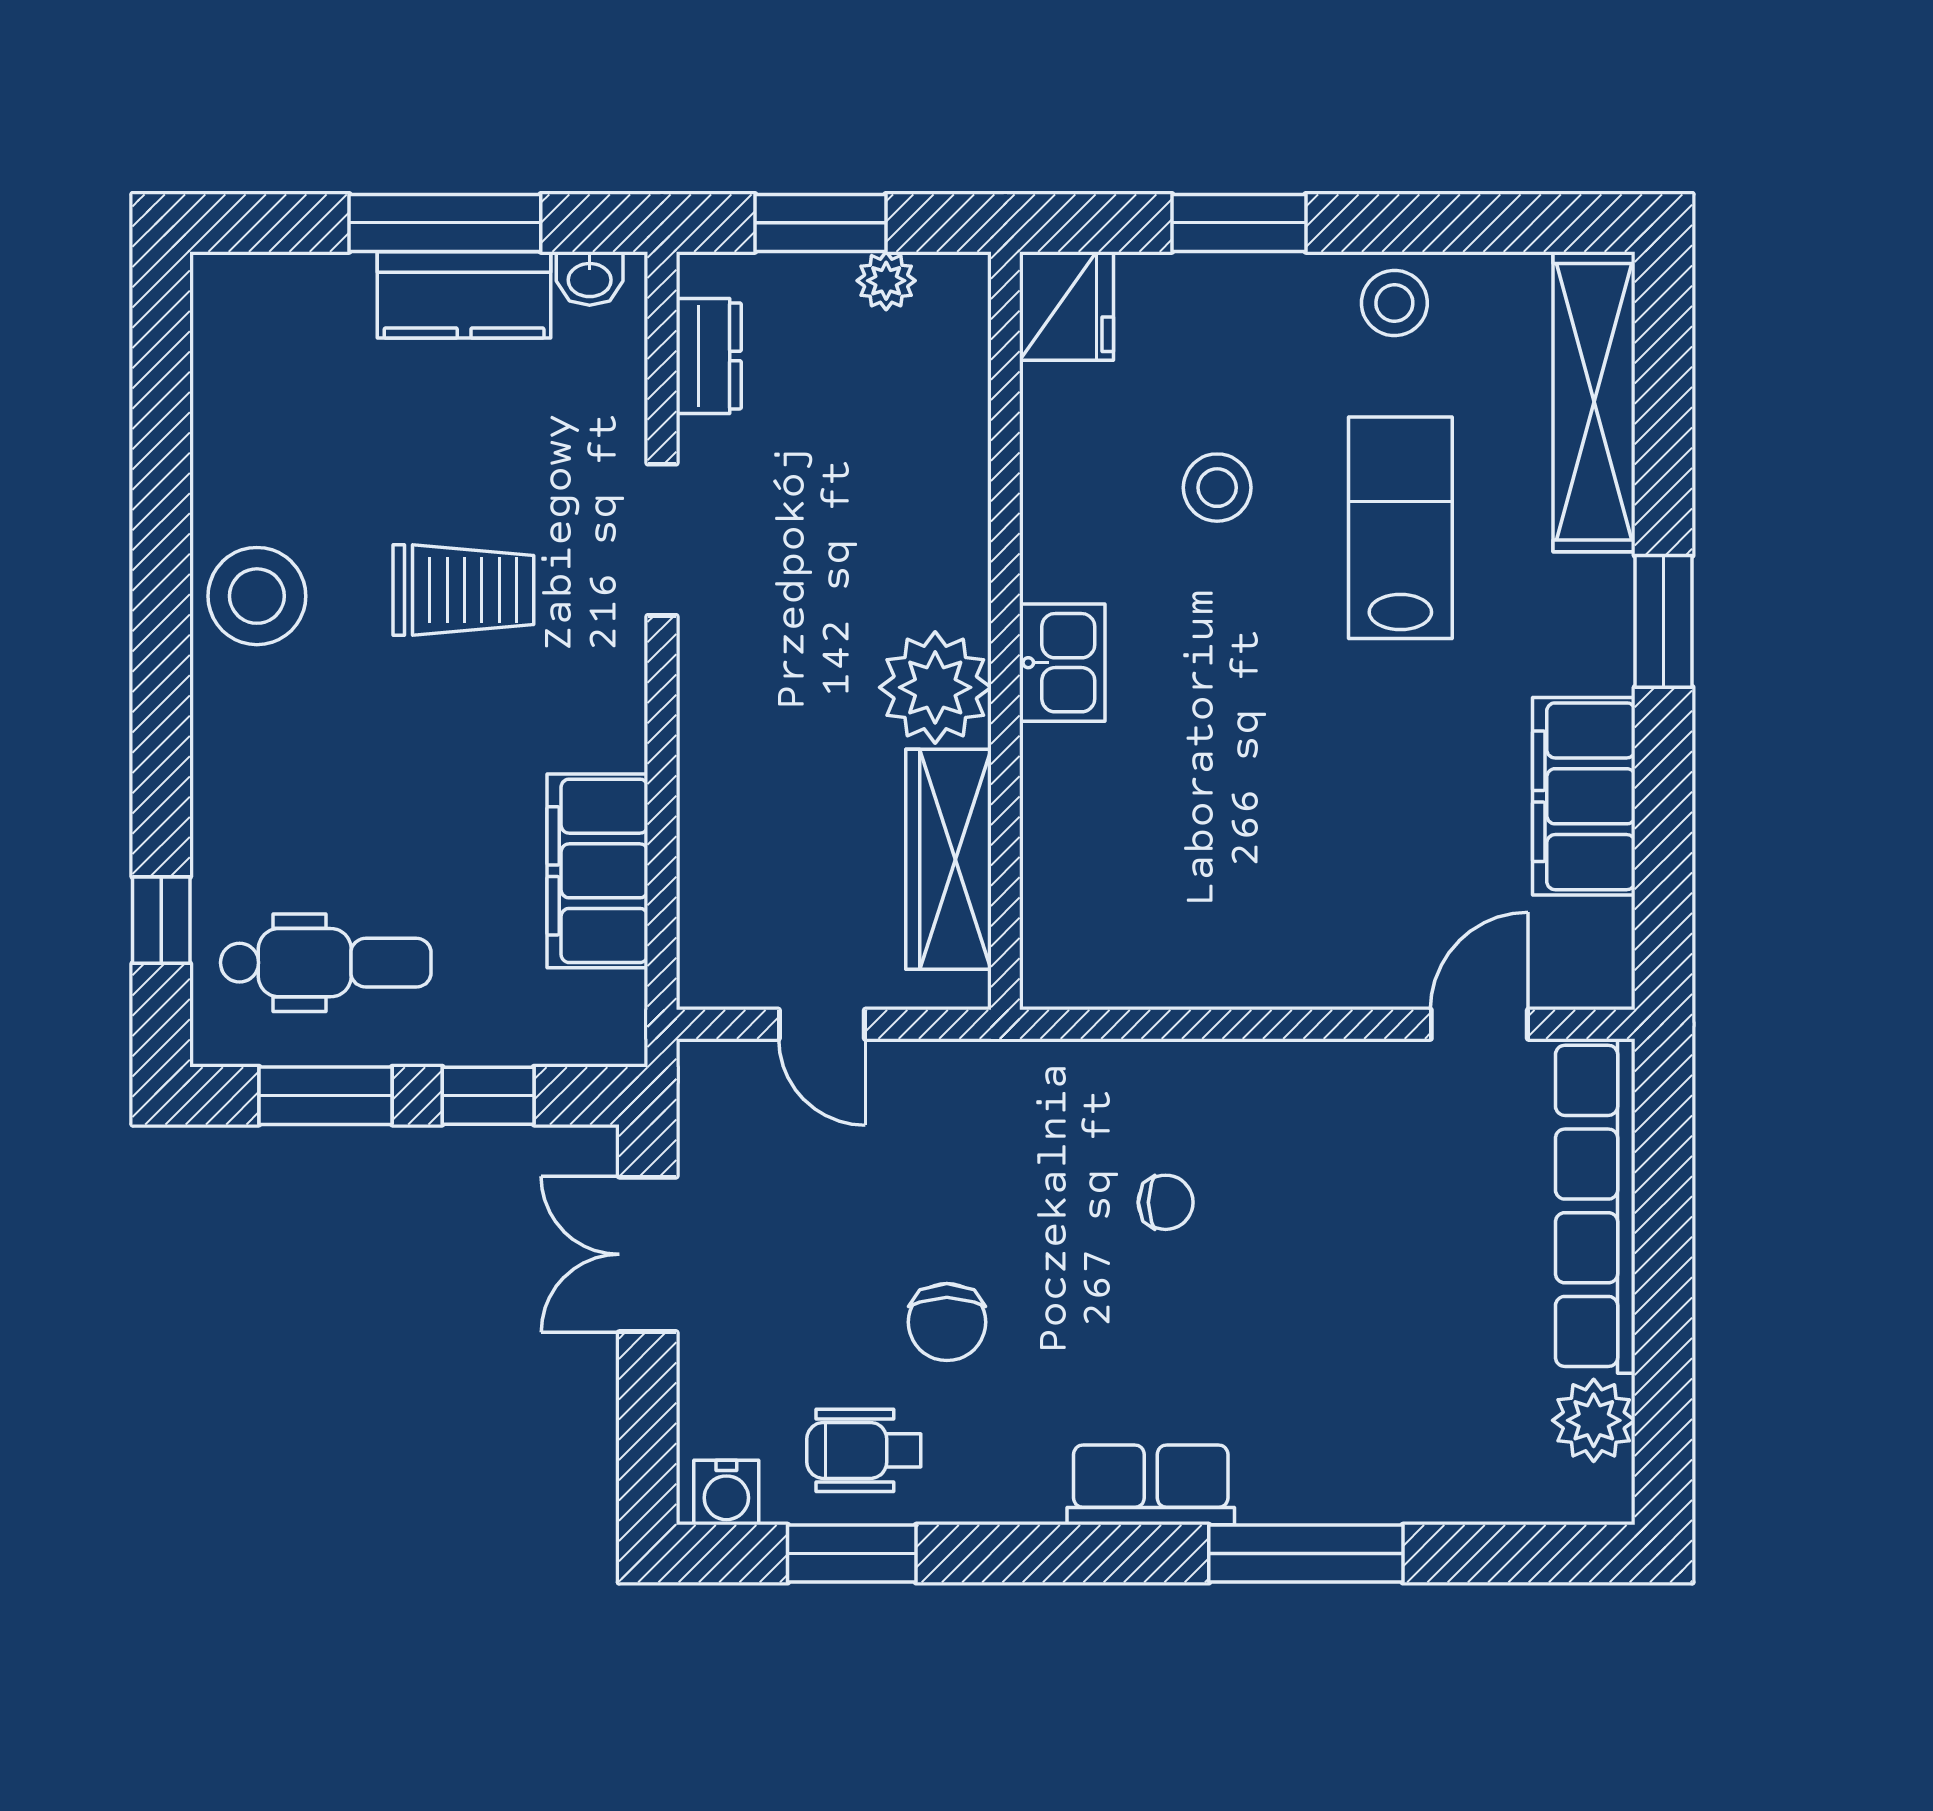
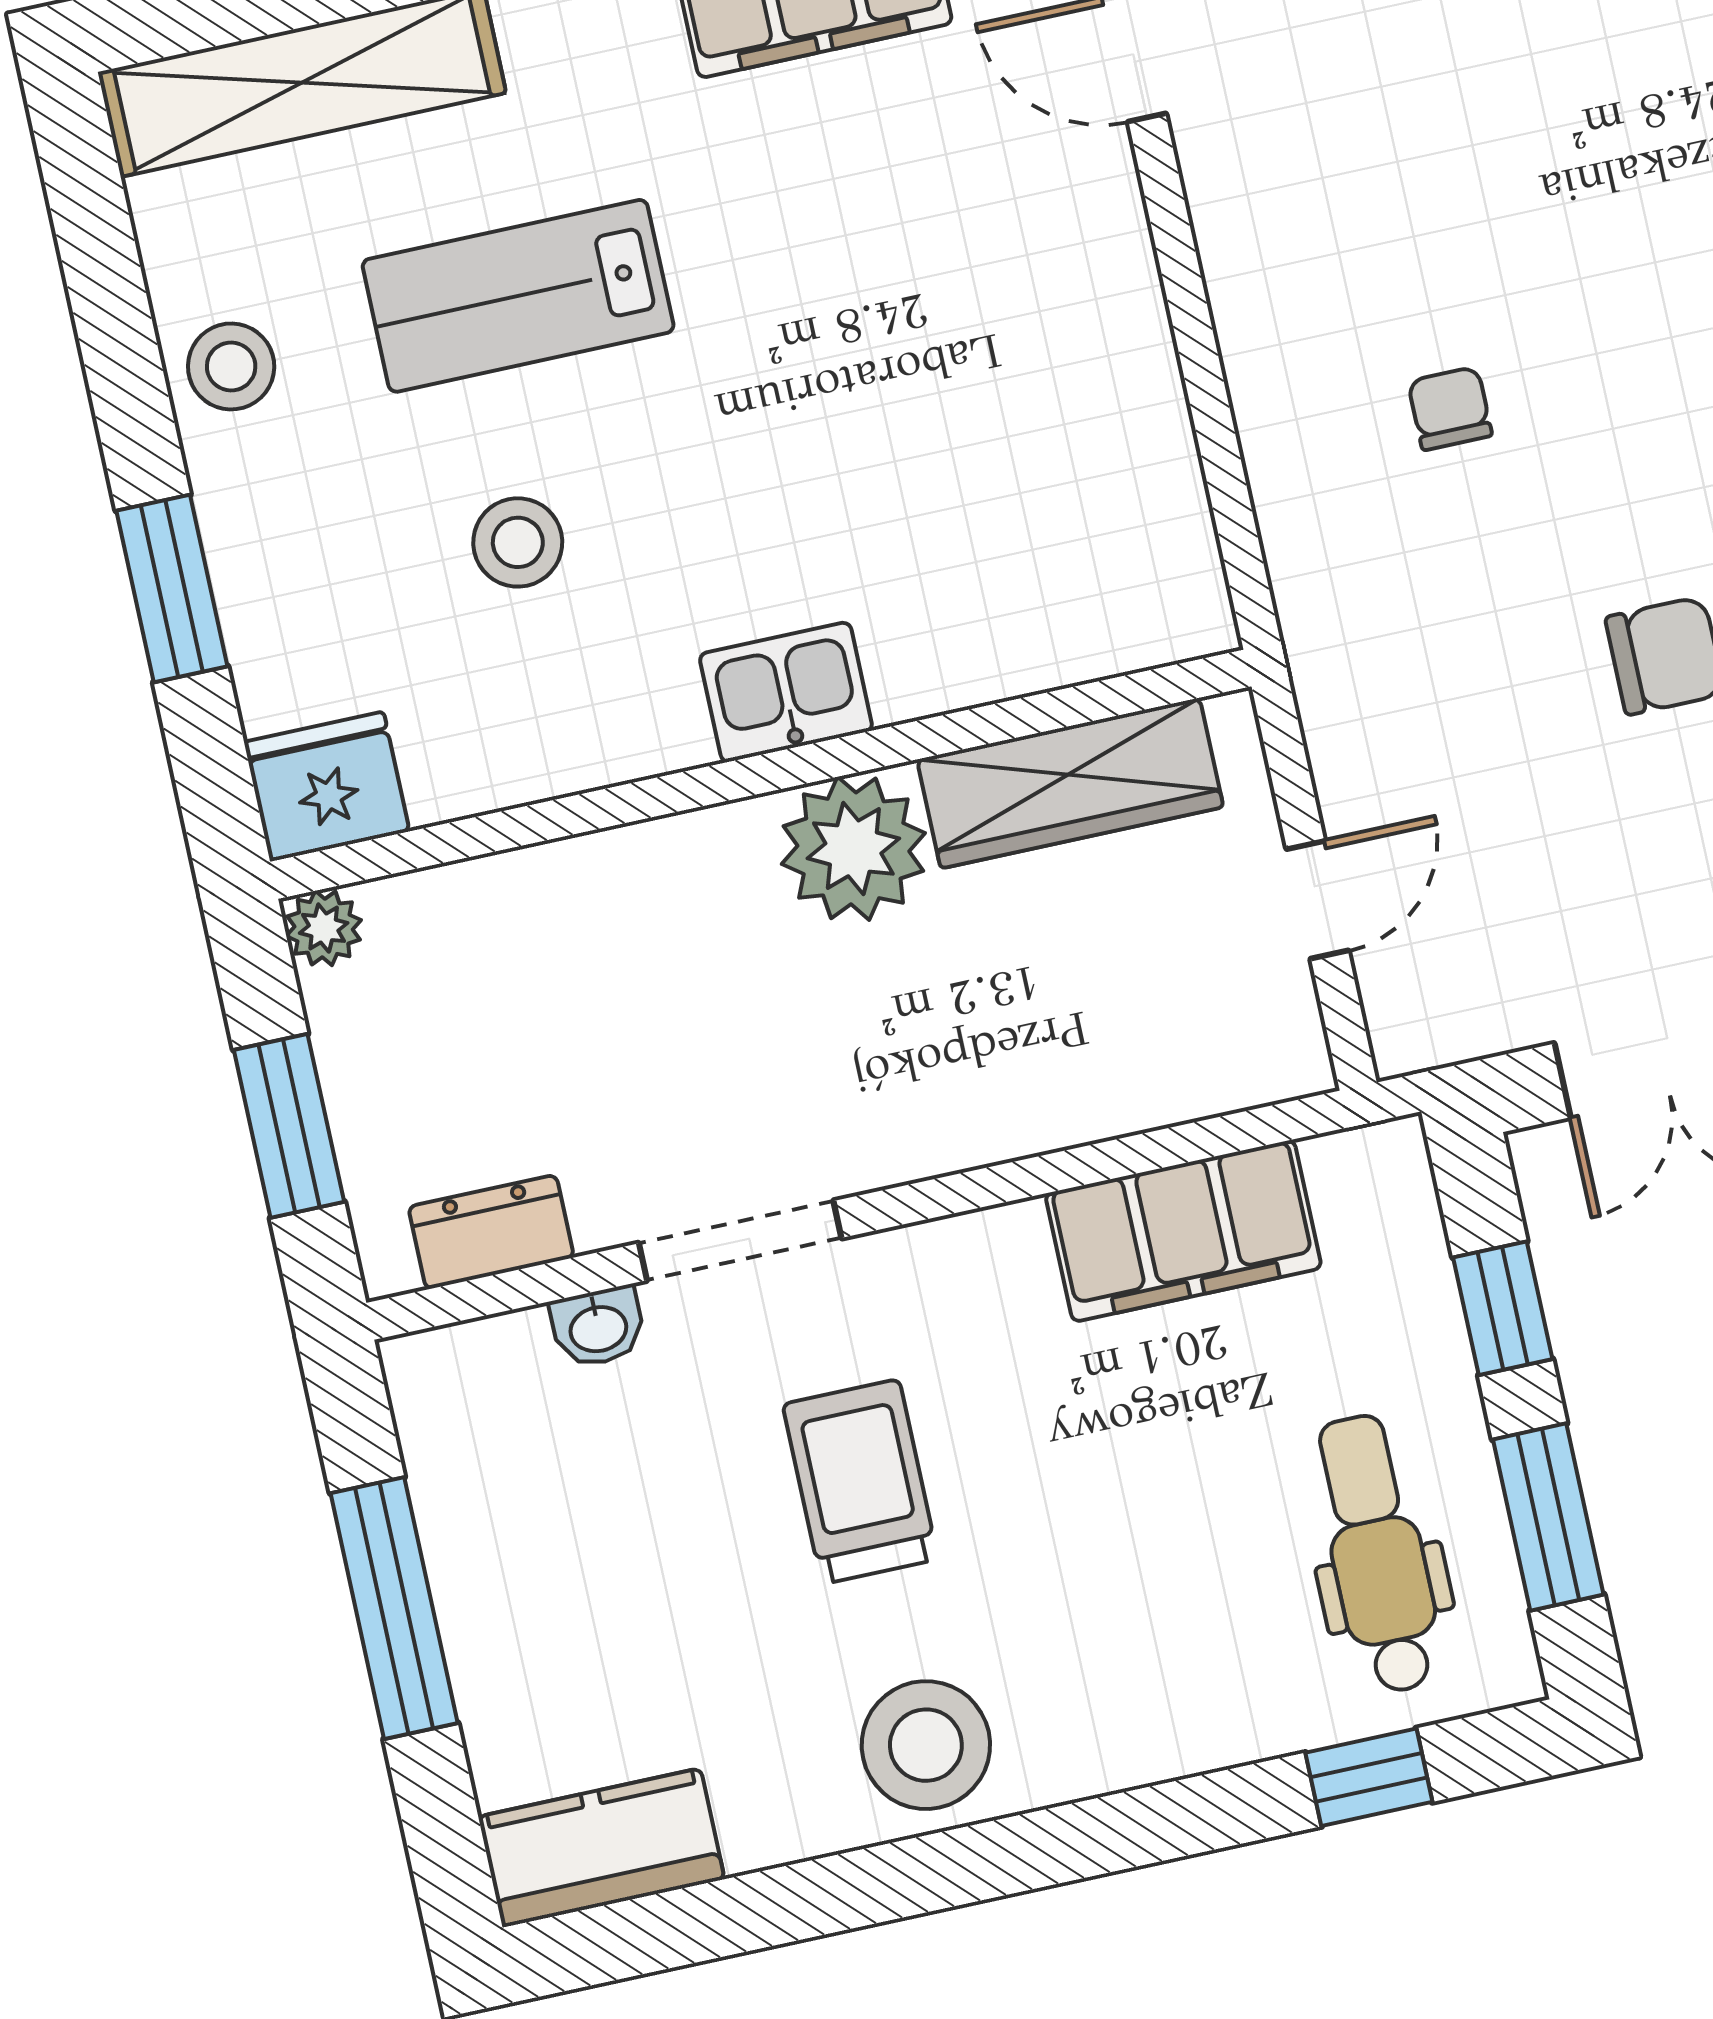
washbasin: (590, 278) -> (598, 1327), moved, turned 90
plant: (886, 281) -> (324, 928), moved
kitchen counter: (464, 295) -> (601, 1848), moved, turned -90

